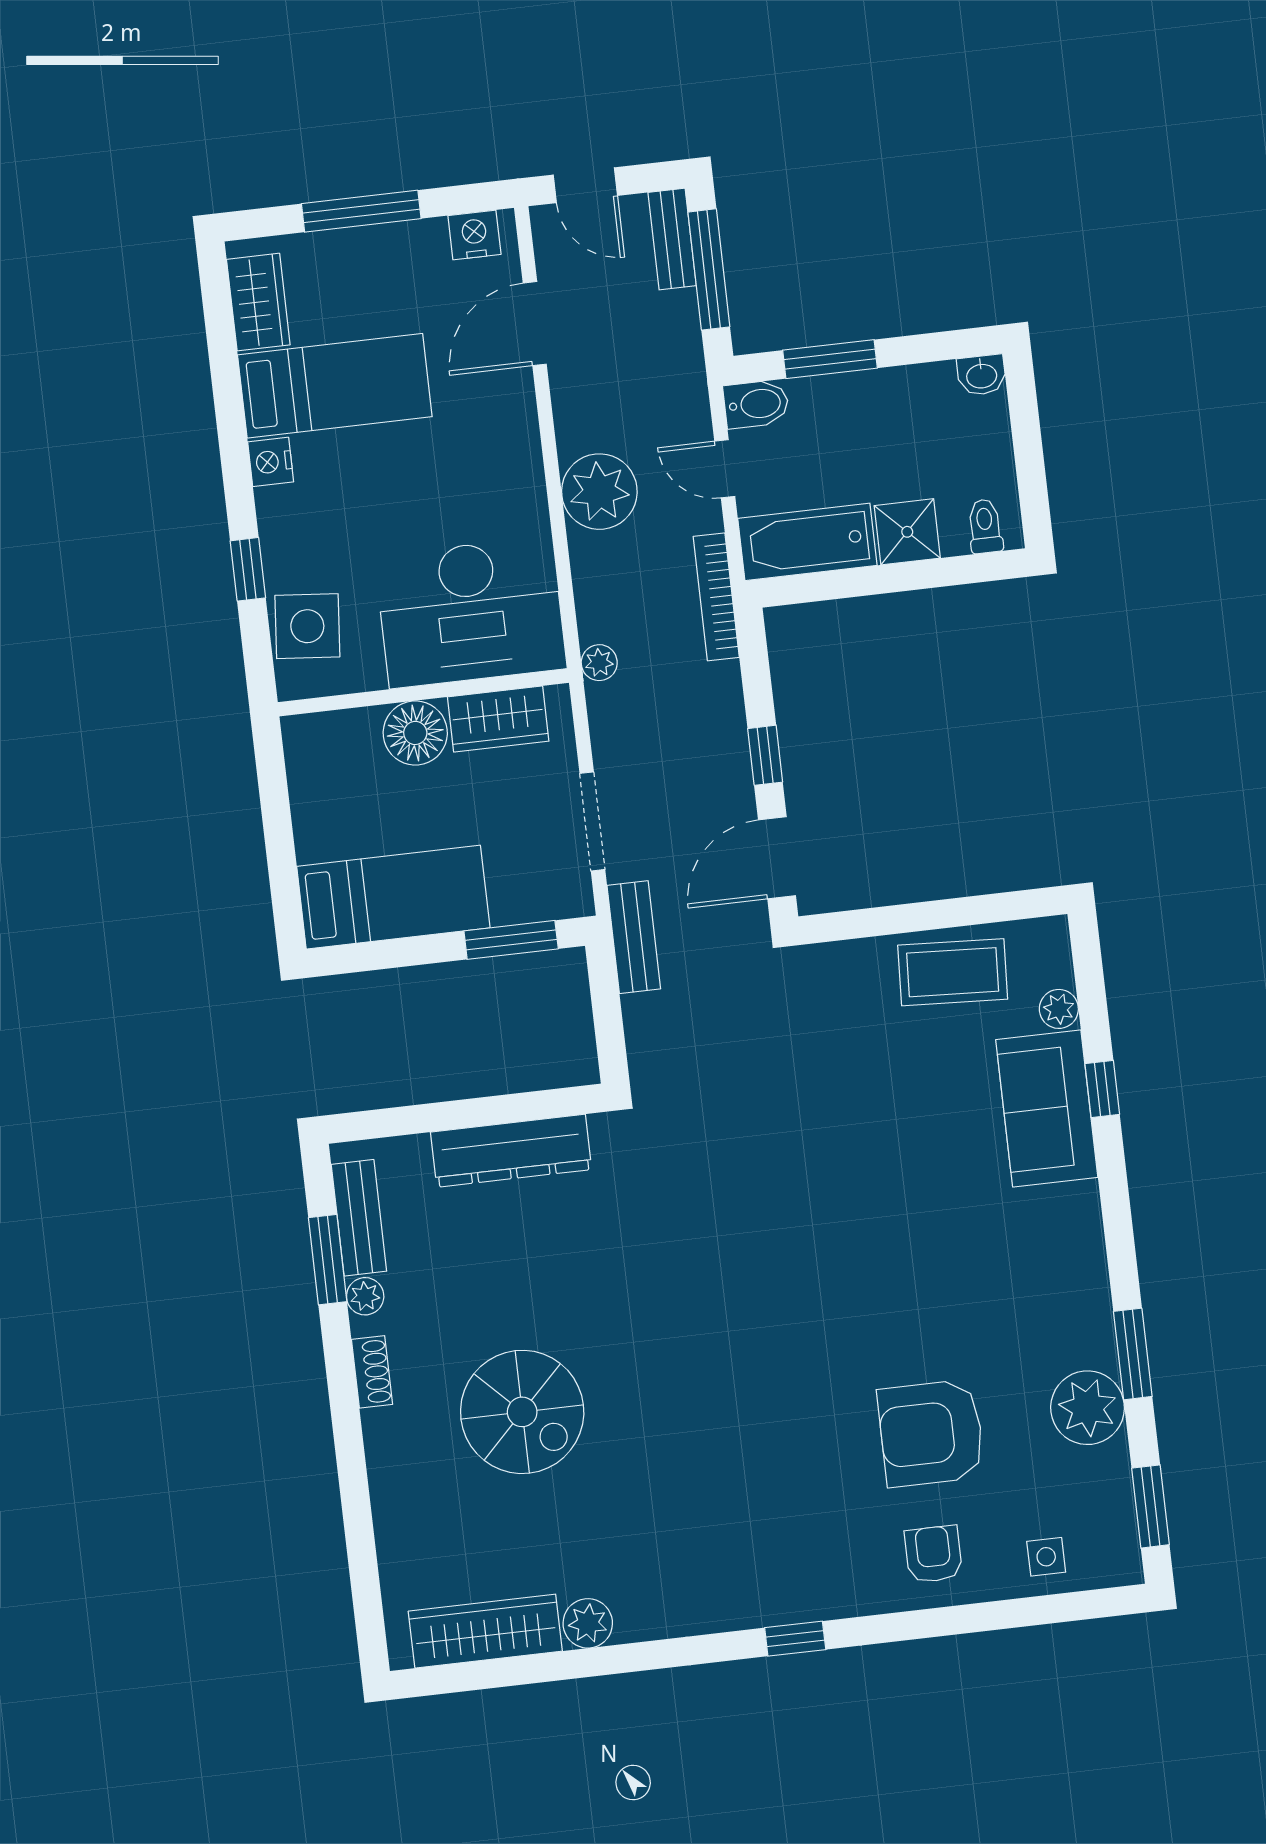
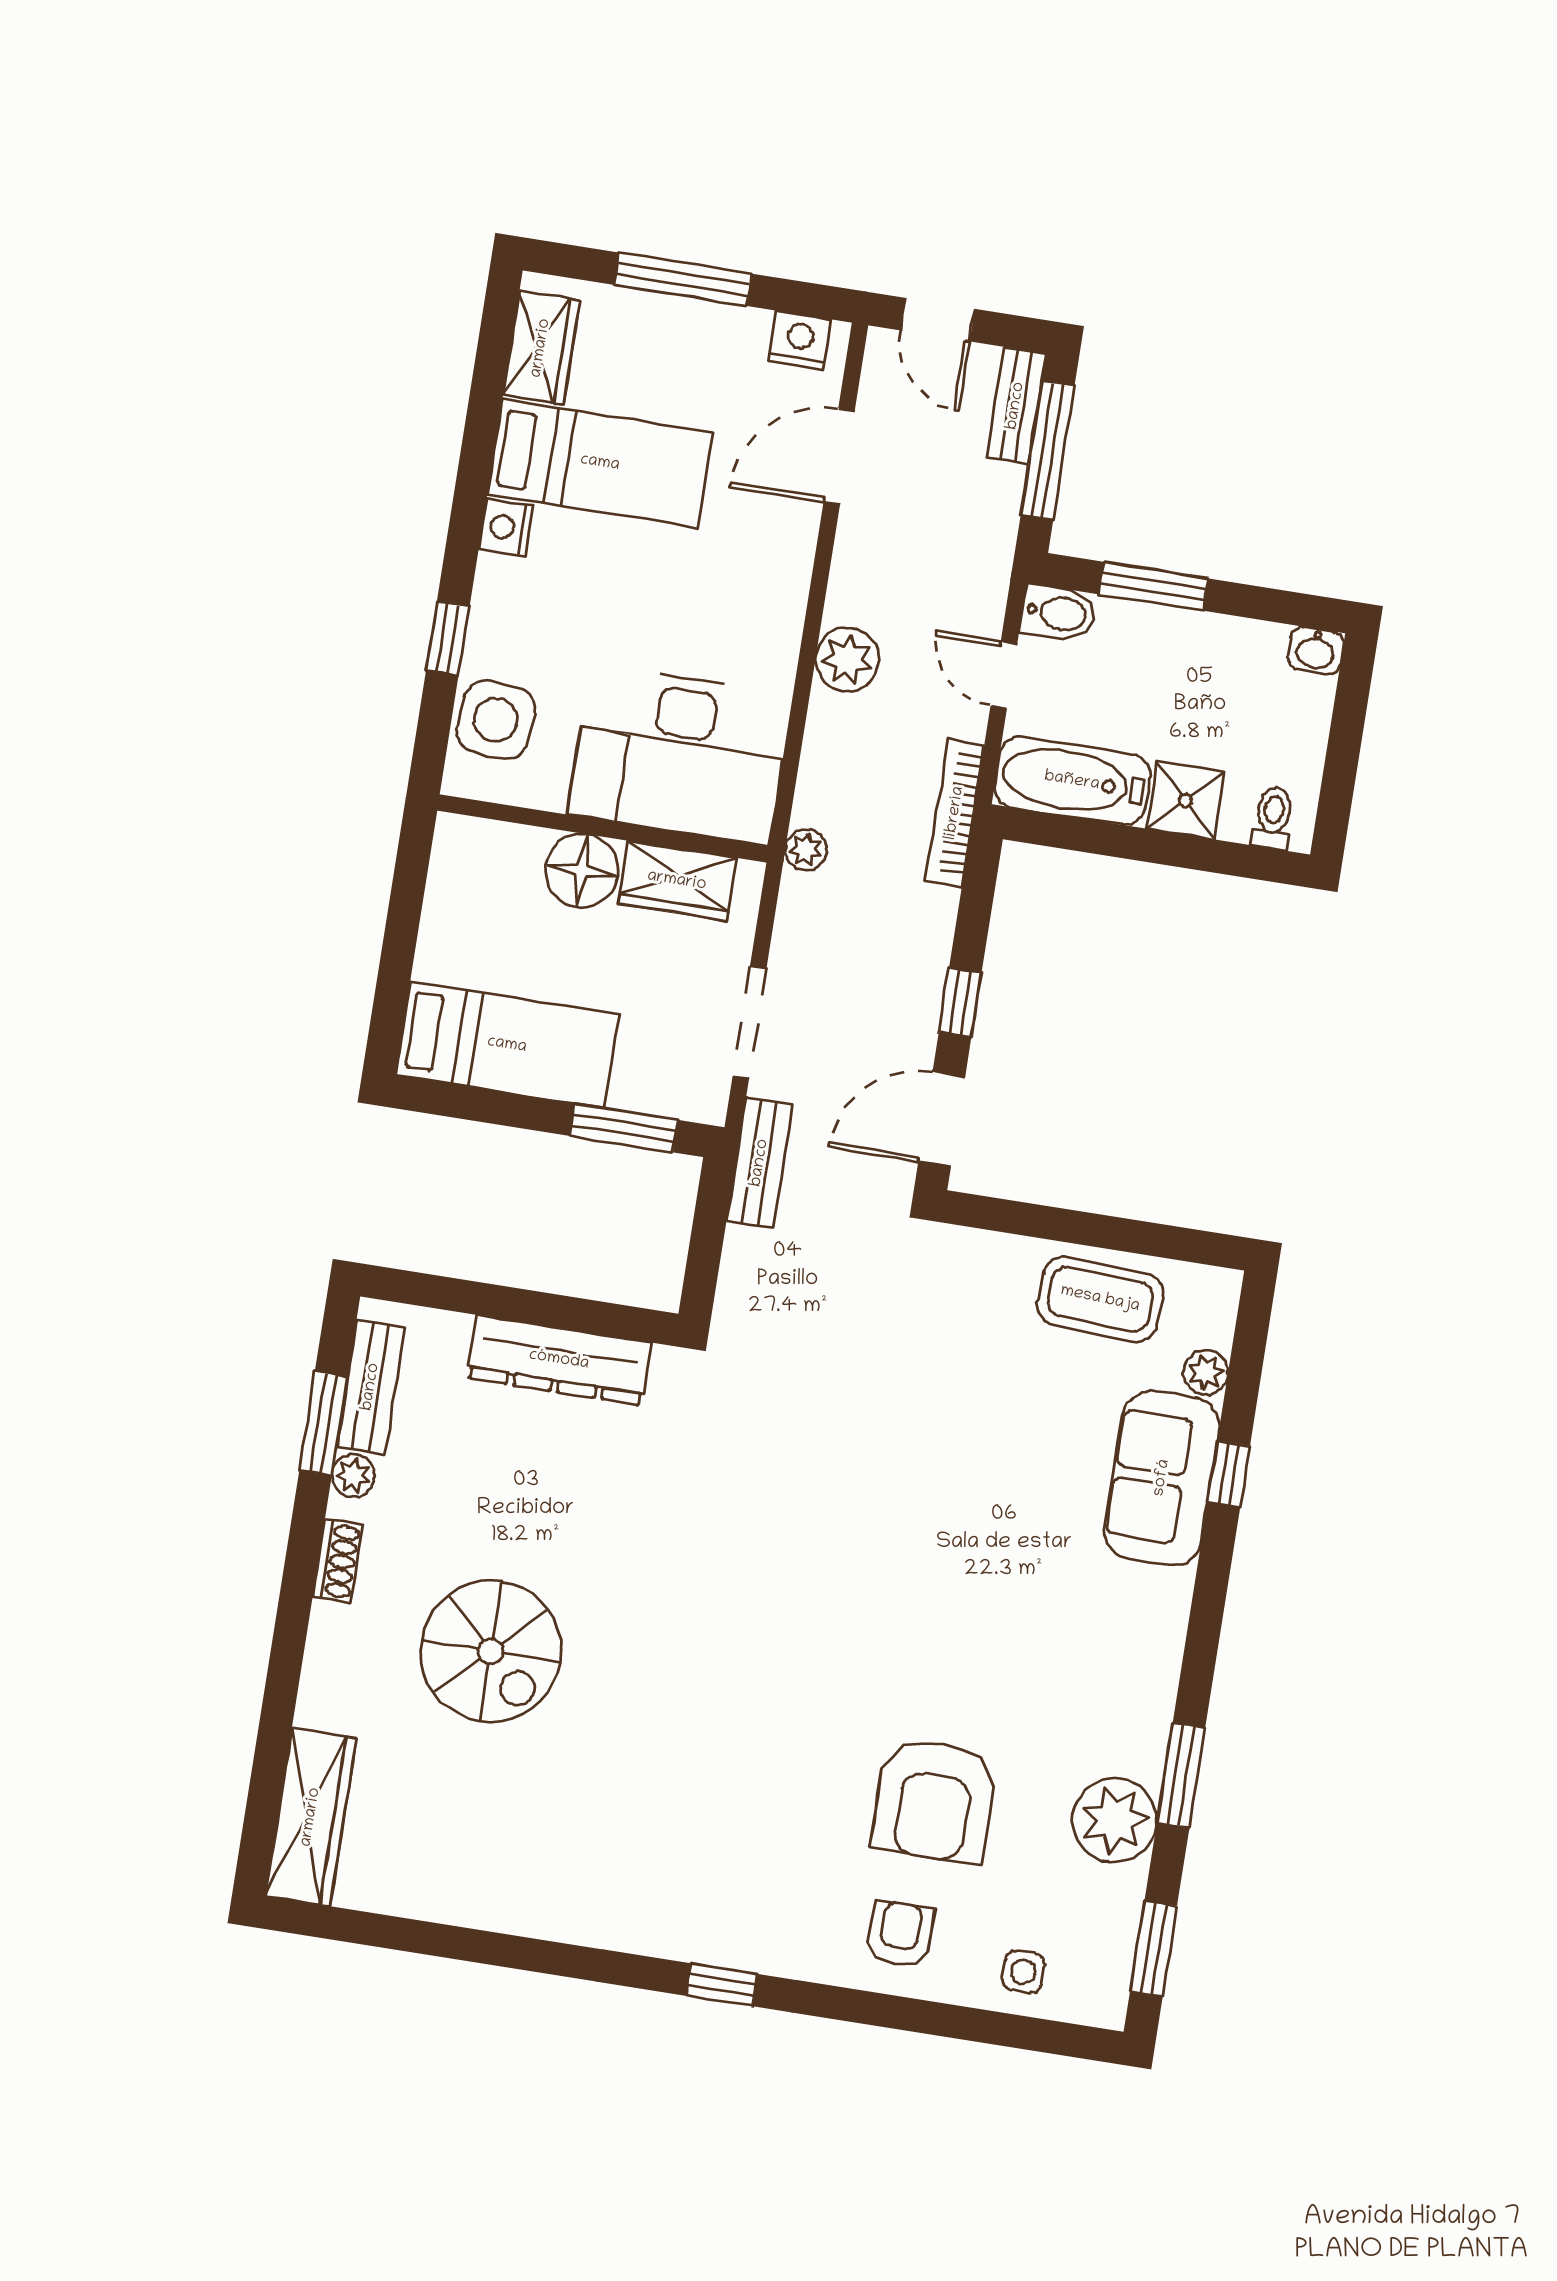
plant: (599, 492) -> (847, 660), width x0.73, depth x0.73
armchair: (931, 1433) -> (935, 1800), turned -90
plant: (588, 1623) -> (498, 1904), removed
wardrobe: (485, 1631) -> (311, 1817), moved, turned 90

